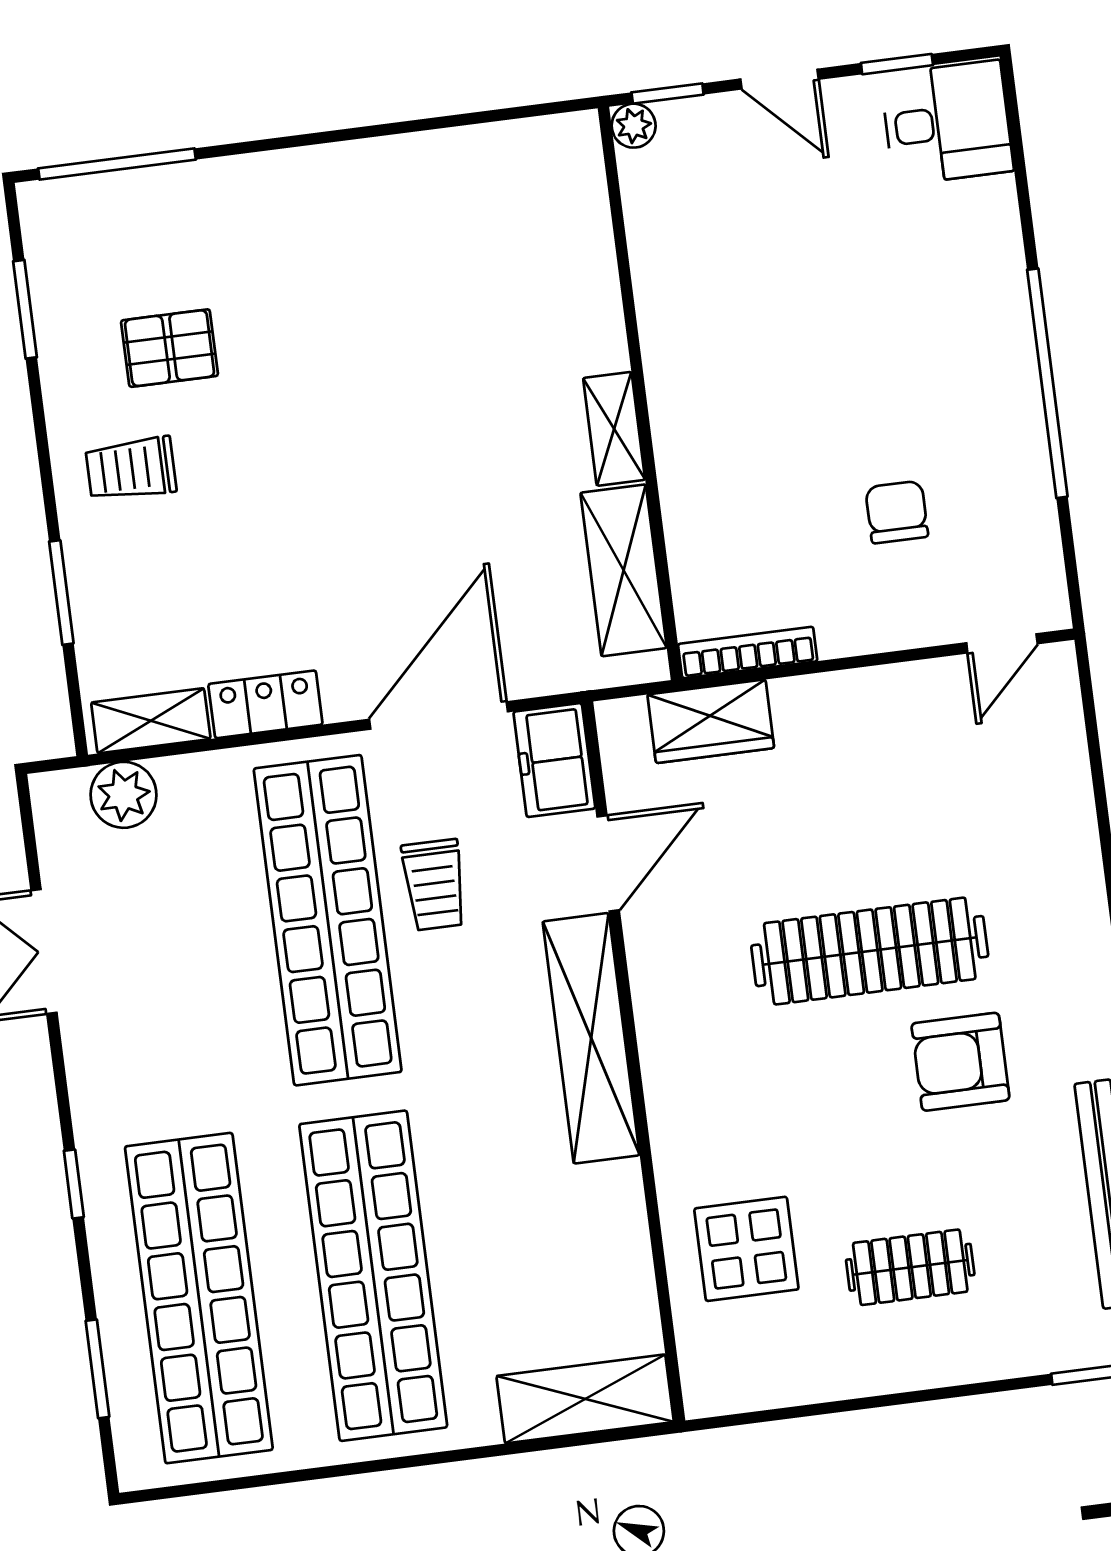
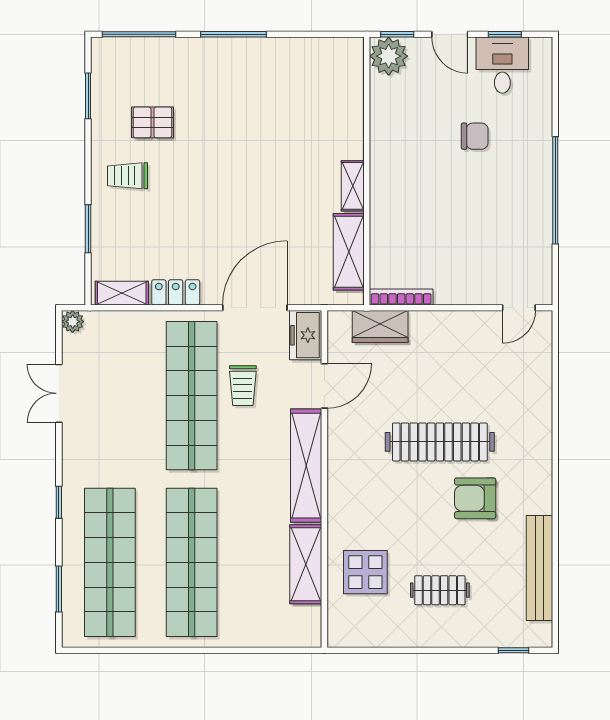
desk: (947, 123) -> (502, 65), moved, turned -90
plant: (634, 126) -> (389, 56), width x1.88, depth x1.88
window: (318, 138) -> (233, 34), added
chair: (897, 512) -> (475, 136), moved, turned 90
plant: (124, 795) -> (73, 322), moved, width x0.73, depth x0.73
shelving: (585, 1399) -> (306, 564), moved, turned 90

